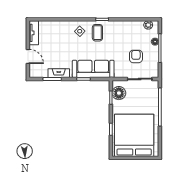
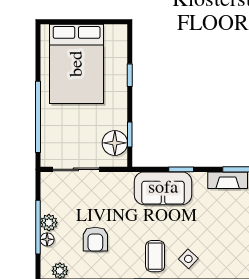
plant: (154, 51) -> (49, 223), added
armchair: (136, 56) -> (95, 239), moved
sofa: (93, 69) -> (163, 188), width x0.73
bed: (134, 135) -> (77, 64), width x0.73

